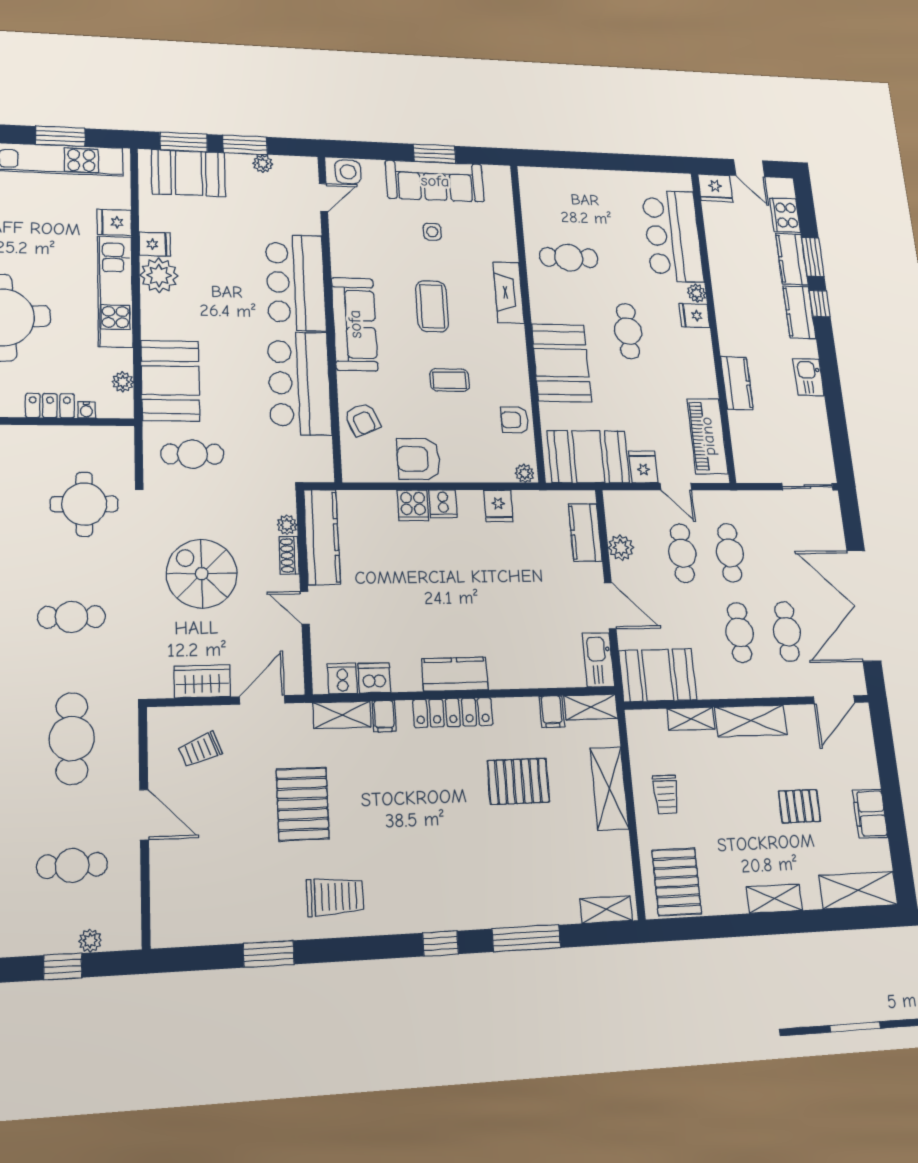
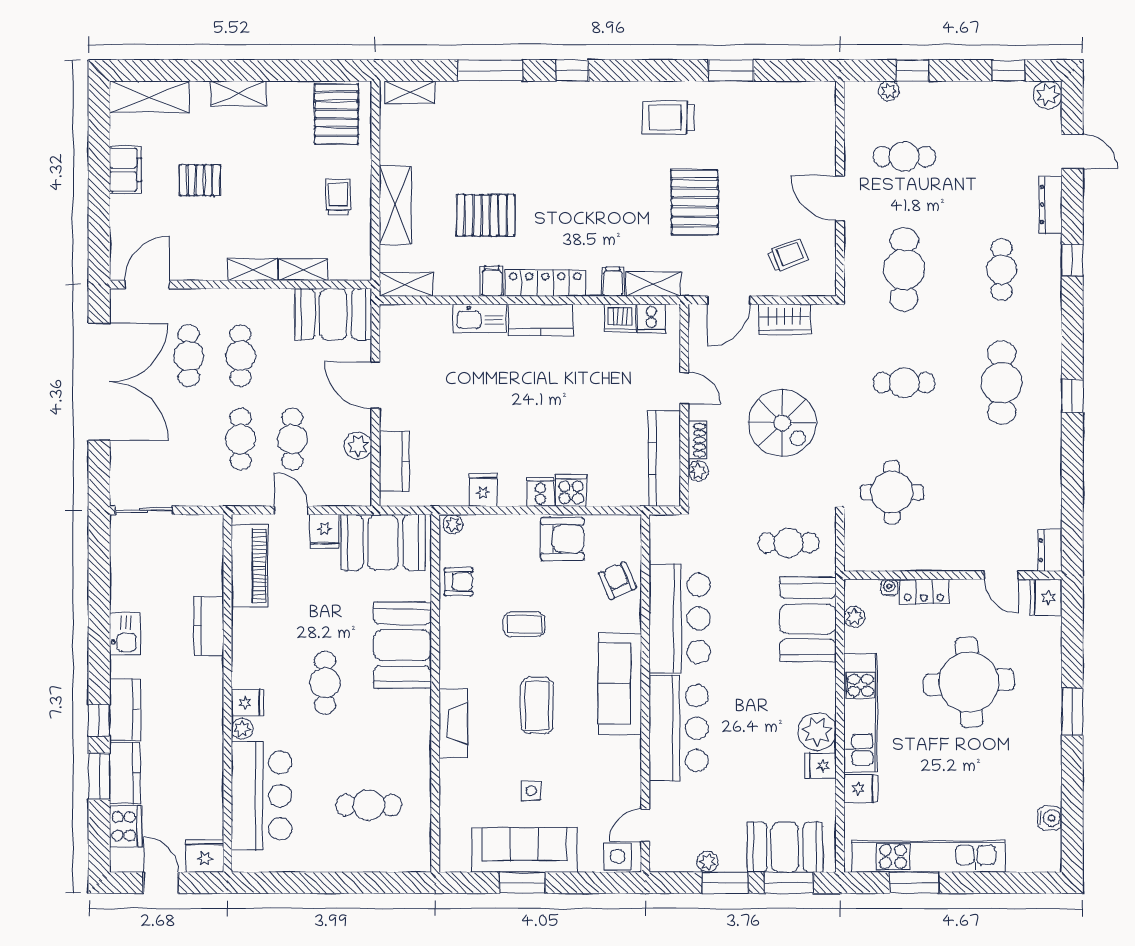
cafe table: (569, 258) -> (369, 805), moved
kitchen sink: (598, 660) -> (480, 318), moved, turned 90
filing cabinet: (552, 712) -> (492, 281), moved
shelving: (751, 721) -> (253, 270), width x0.67, depth x0.75

